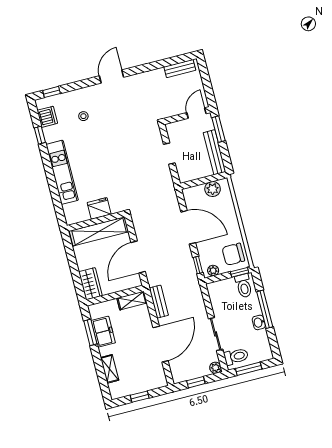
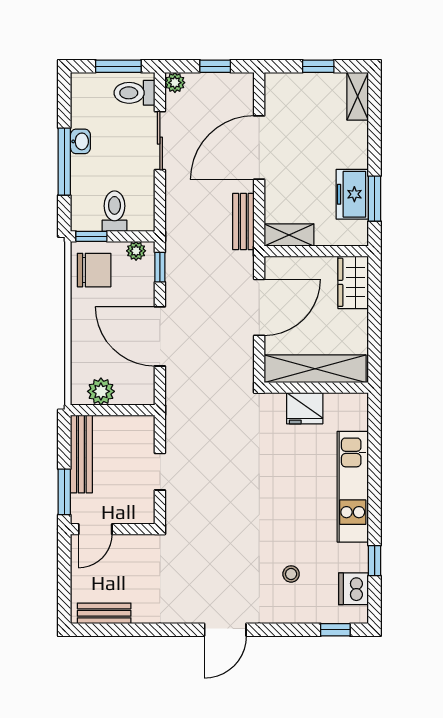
toilet: (244, 286) -> (114, 211), moved
shelving: (110, 369) -> (358, 96), moved

